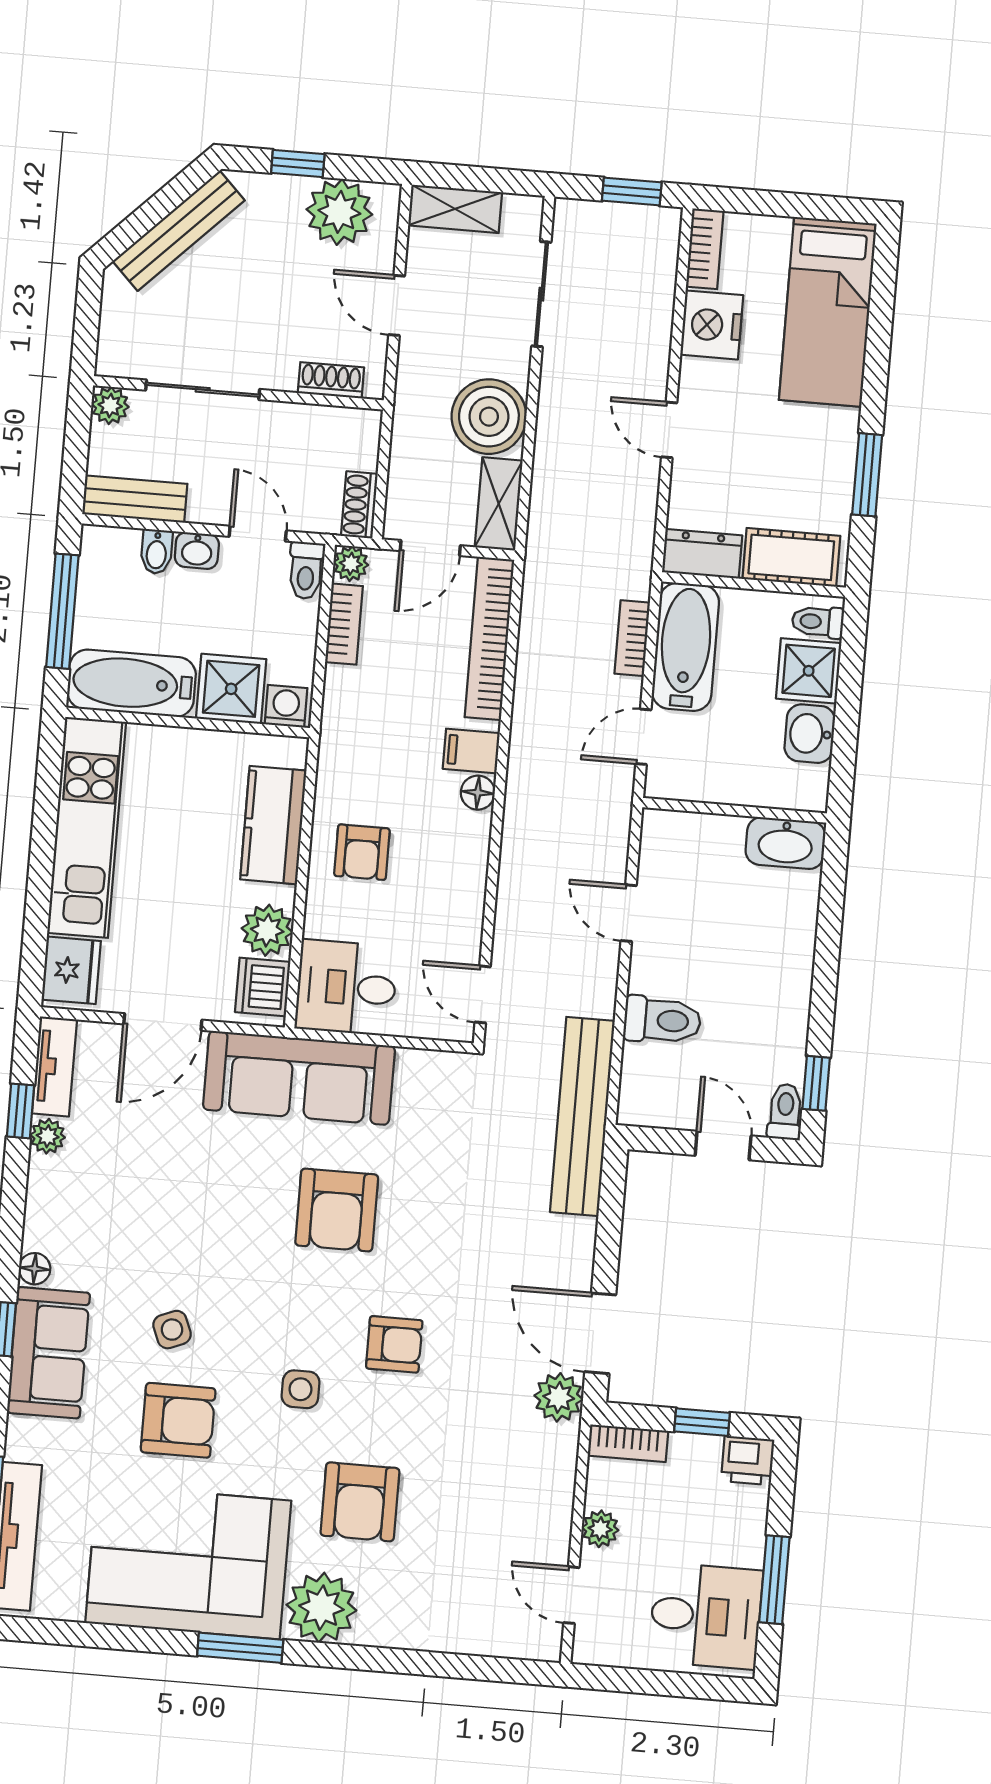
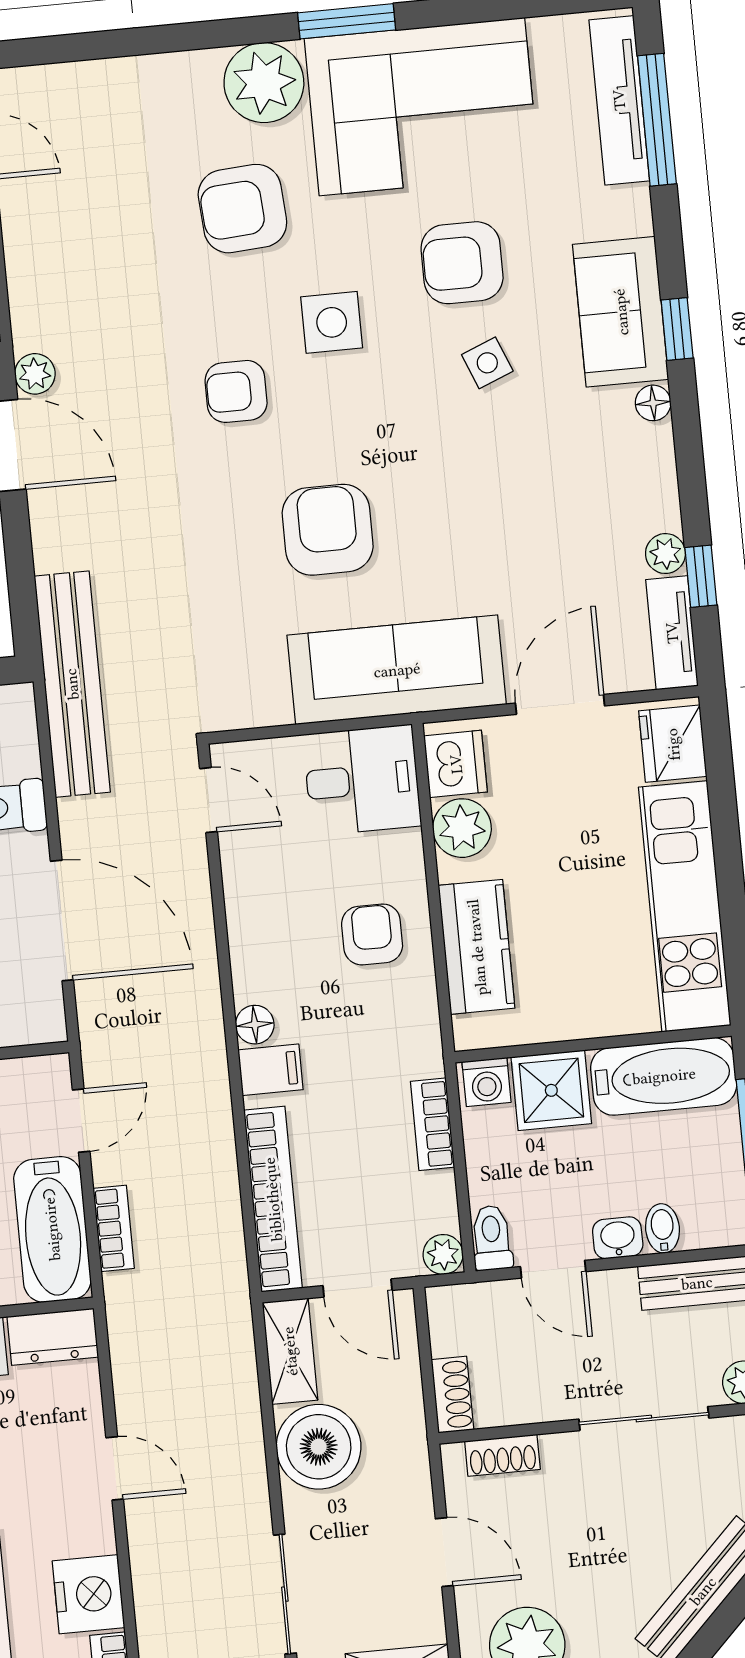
shoe rack: (359, 505) -> (452, 1395), moved
door: (430, 548) -> (357, 1288), swing flipped
bookcase: (344, 624) -> (433, 1124), moved
door: (629, 913) -> (62, 921), width x1.87
side table: (301, 1389) -> (332, 322), width x1.37, depth x1.37
plant: (559, 1397) -> (35, 374), width x0.73, depth x0.73
armchair: (360, 1502) -> (242, 209), turned -94

